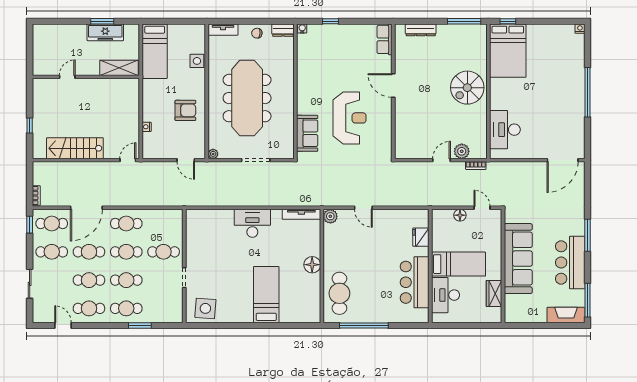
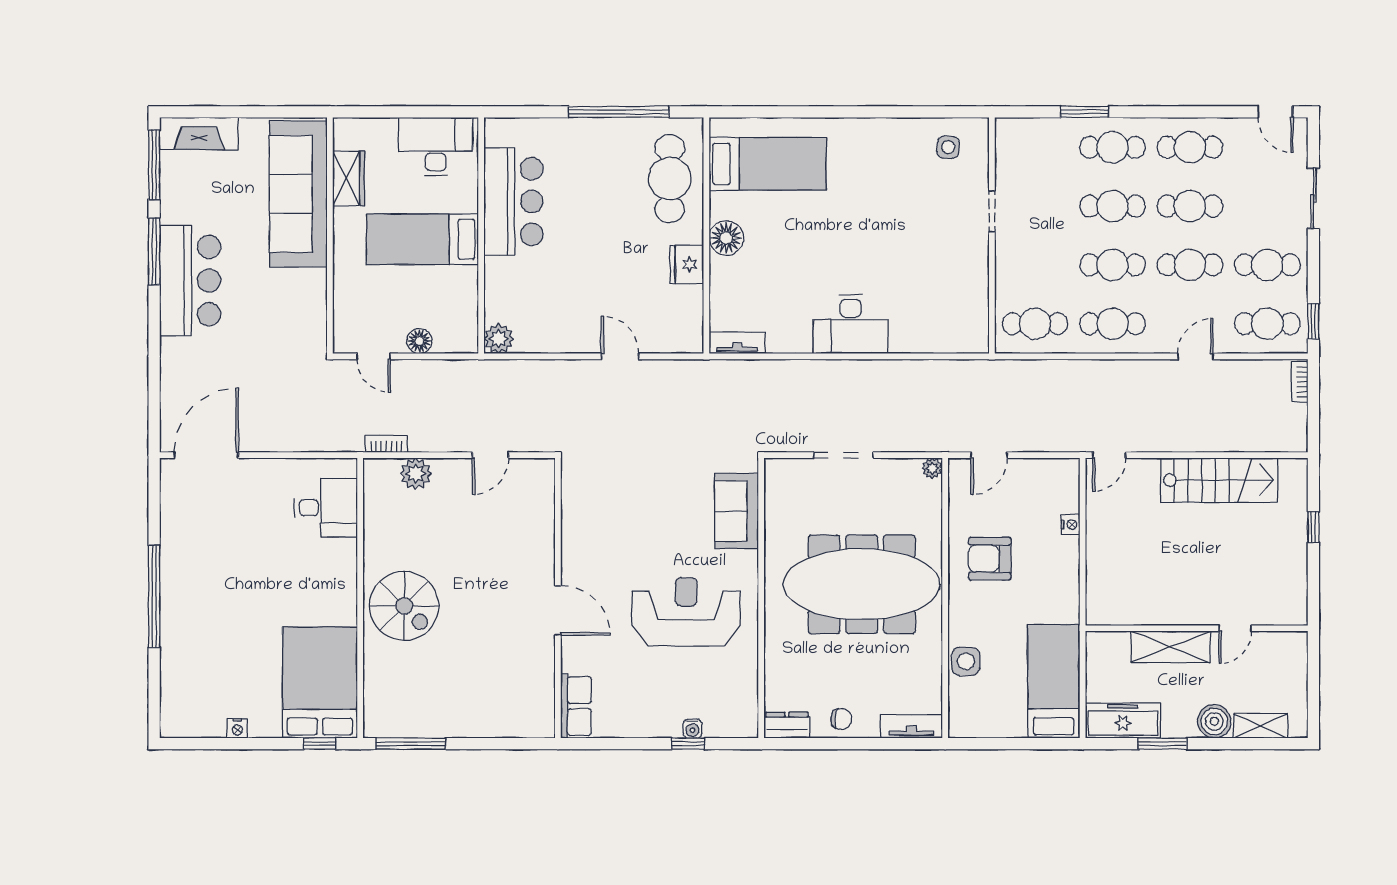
water cooler: (302, 29) -> (692, 729), moved
nightstand: (580, 29) -> (237, 728), moved
shelving: (55, 30) -> (1261, 726), added
dresser: (421, 30) -> (501, 726), removed
boiler: (77, 32) -> (1214, 721), added
freezer: (105, 32) -> (1123, 721), moved
shelving: (119, 68) -> (1171, 647), moved
spiral stairs: (467, 88) -> (404, 606), turned 90
meeting table: (247, 98) -> (862, 584), turned 90
reception desk: (350, 118) -> (686, 612), moved, turned 90
desk: (505, 130) -> (326, 508), width x0.73
door: (186, 160) -> (989, 455), swing flipped
door: (441, 160) -> (490, 455), moved
door: (86, 208) -> (1195, 356), width x0.53
tv unit: (301, 214) -> (737, 343), width x0.71
plant: (330, 216) -> (499, 339), moved
window: (588, 235) -> (154, 251), moved
fridge: (421, 237) -> (687, 264), moved, turned 180
cafe table: (164, 252) -> (1035, 324), moved
sofa: (518, 259) -> (298, 194), moved
bar counter: (570, 262) -> (190, 281), moved
bed: (266, 295) -> (768, 164), moved, turned -90
desk: (446, 295) -> (436, 146), moved, turned -90
side table: (205, 308) -> (948, 147), width x0.54, depth x0.54
door: (63, 325) -> (1275, 112), moved

